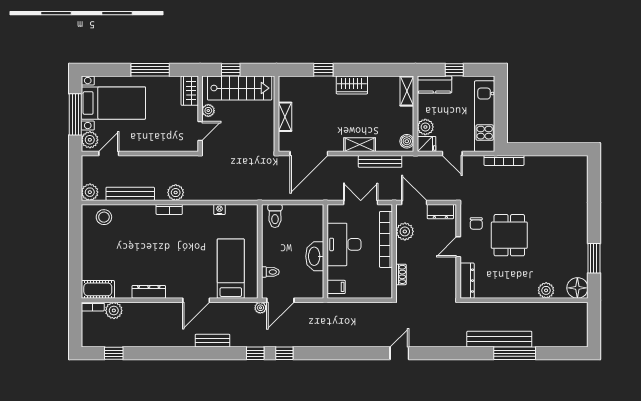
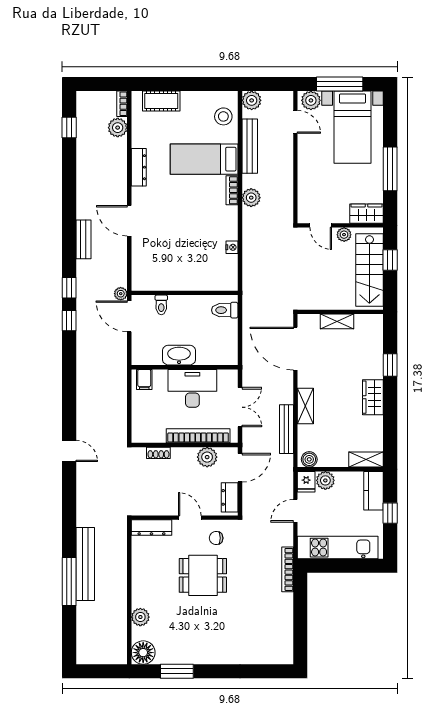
bed: (231, 269) -> (204, 159), moved, turned 180
cot: (98, 289) -> (161, 101), moved, turned 90

